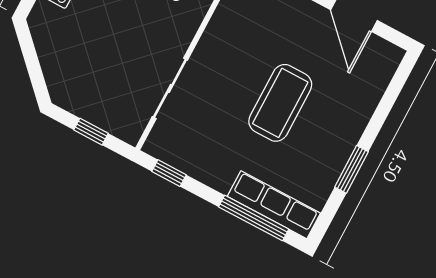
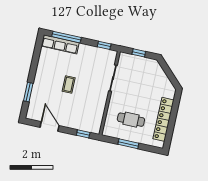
coffee table: (280, 103) -> (69, 85), width x0.54, depth x0.58
window: (351, 169) -> (28, 92), moved

